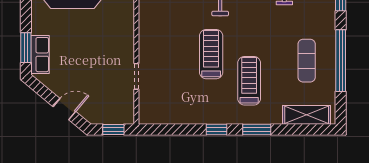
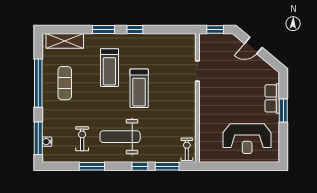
window: (26, 48) -> (283, 110), moved
row of seats: (40, 55) -> (272, 98), moved

